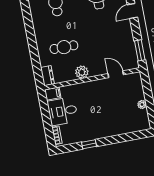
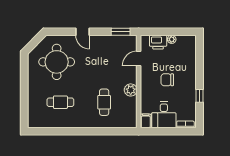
dresser: (47, 76) -> (128, 123), removed
printer: (136, 91) -> (158, 42), added
chair: (99, 108) -> (167, 80), added

